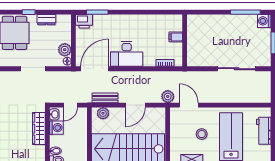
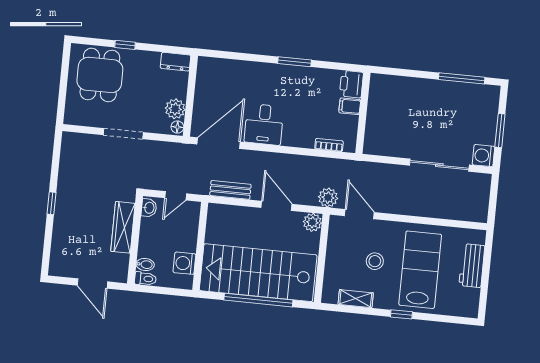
window: (97, 12) -> (295, 62), moved
dresser: (46, 20) -> (176, 62), moved
printer: (84, 21) -> (351, 84), moved, turned 90
washing machine: (264, 21) -> (483, 156), moved
desk: (127, 54) -> (264, 124), width x0.73
door: (135, 105) -> (276, 206), swing flipped
plant: (103, 113) -> (312, 222), moved
washing machine: (56, 128) -> (184, 263), moved, turned 180

